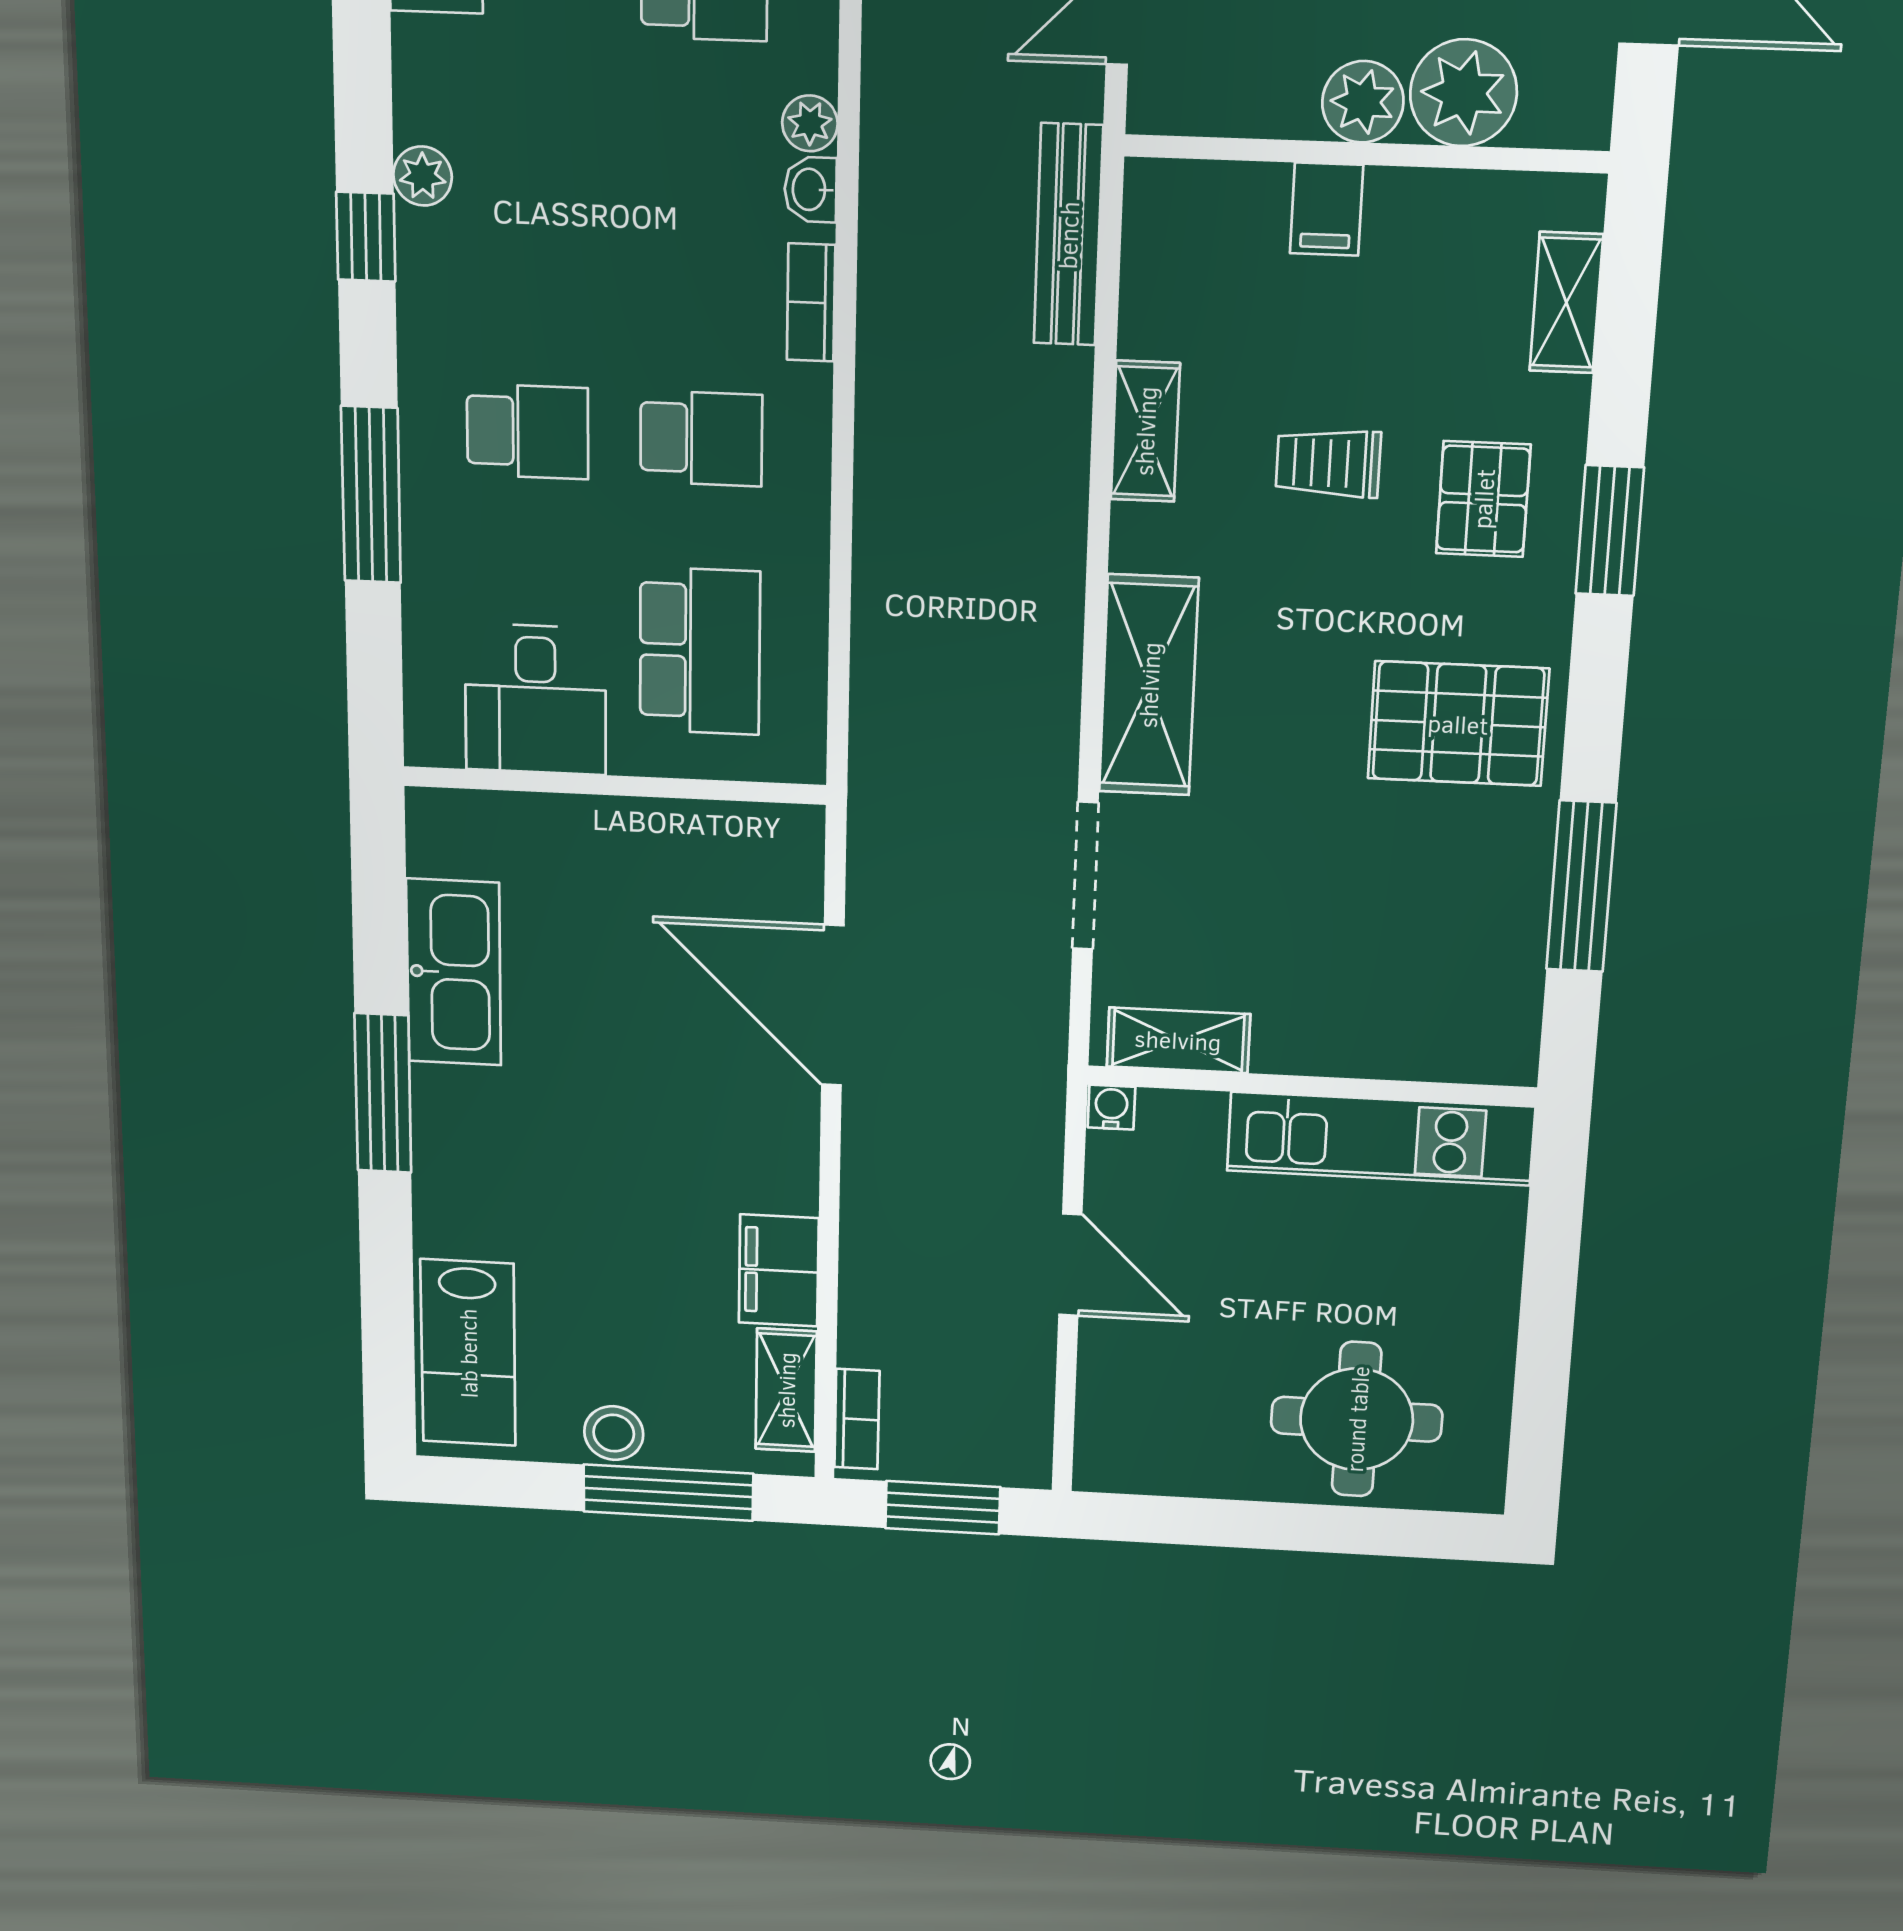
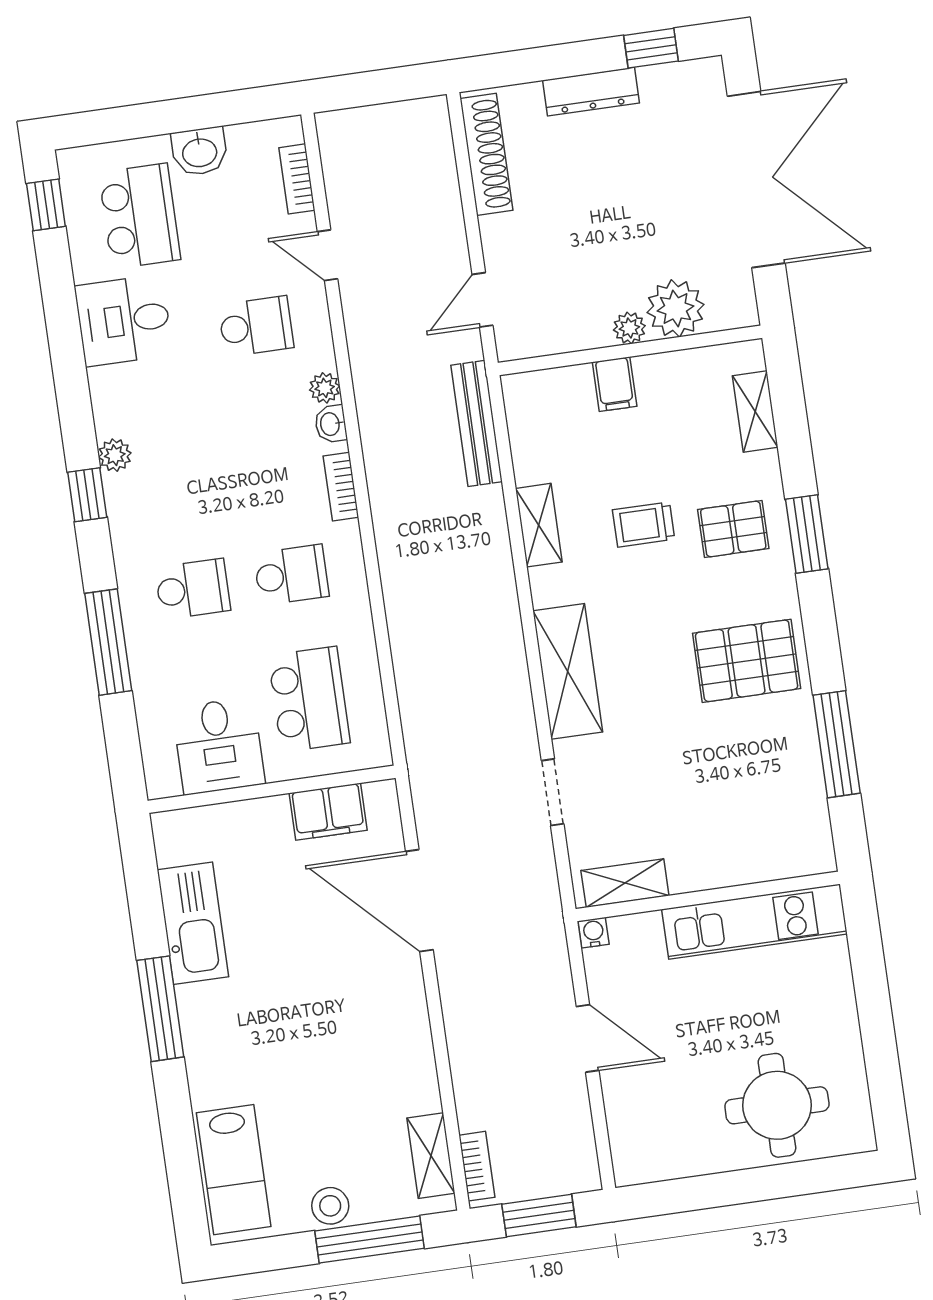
plant: (1363, 102) -> (629, 328), width x0.73, depth x0.73
pallet: (1483, 499) -> (733, 529), turned 90
doorway: (1085, 876) -> (553, 792), width x0.73
filing cabinet: (779, 1271) -> (328, 812), moved, turned -90

